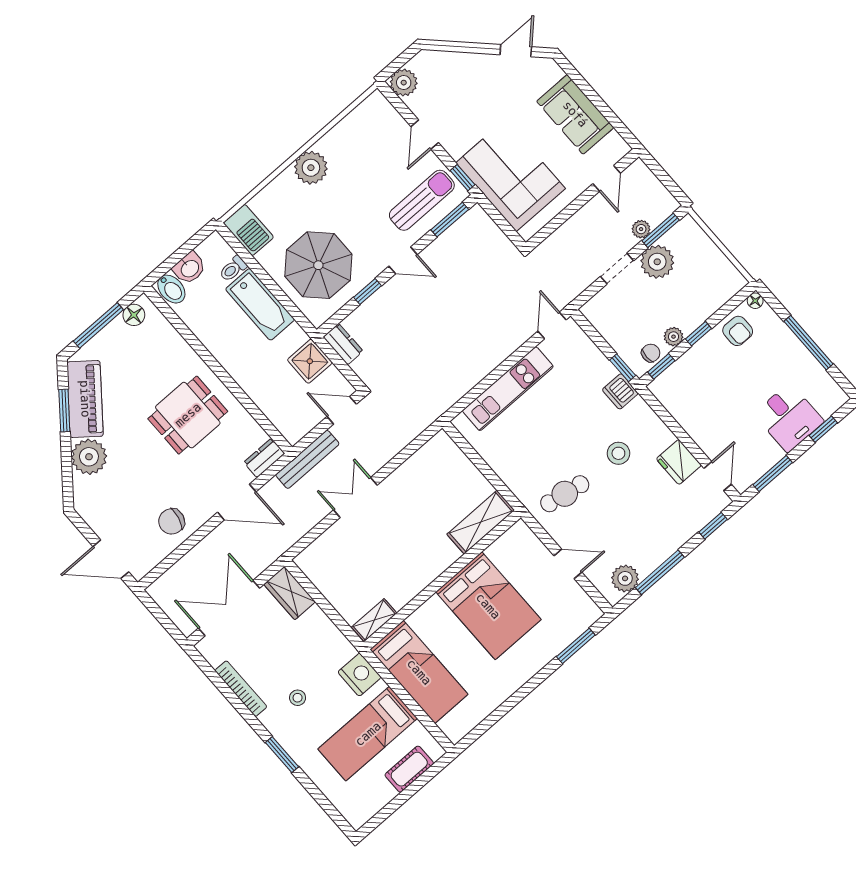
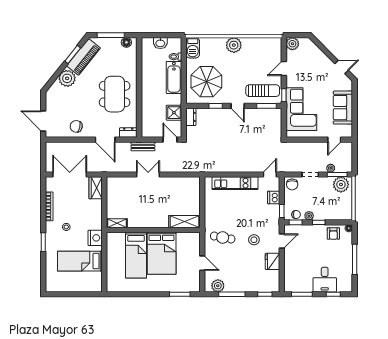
plant: (657, 262) -> (341, 184), moved
bidet: (171, 289) -> (148, 45), removed
chair: (602, 310) -> (292, 184), added
dishwasher: (620, 391) -> (274, 197), moved
dining table: (188, 415) -> (115, 94), width x1.38
bench: (307, 459) -> (143, 146), width x0.73
door: (718, 476) -> (282, 241), moved
bed: (419, 672) -> (136, 255), moved
cot: (409, 769) -> (84, 286), removed

